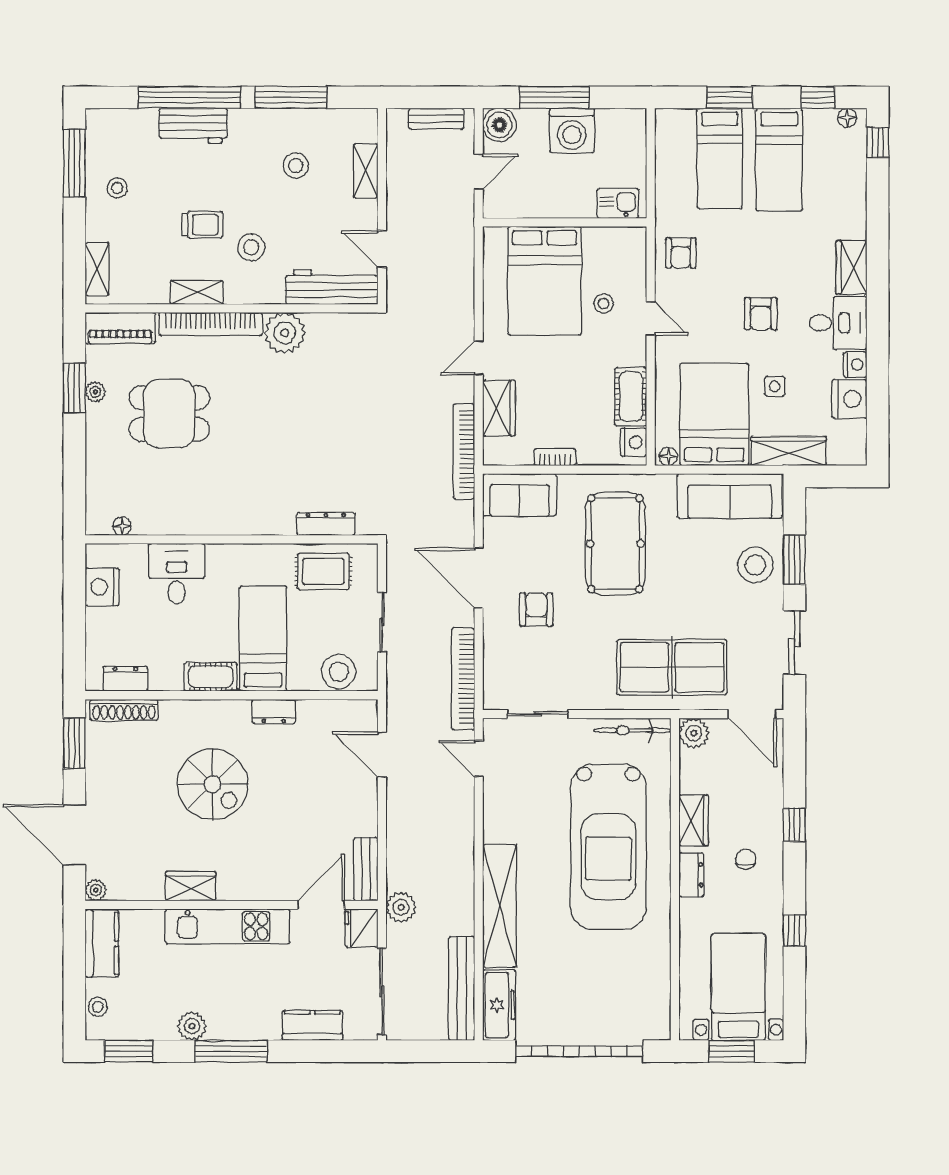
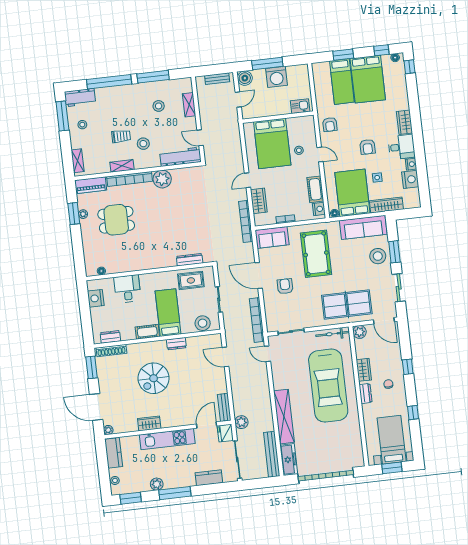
workbench: (193, 126) -> (80, 98), moved
bed: (779, 160) -> (368, 79), width x1.50
spiral stairs: (213, 784) -> (154, 378), turned 90

